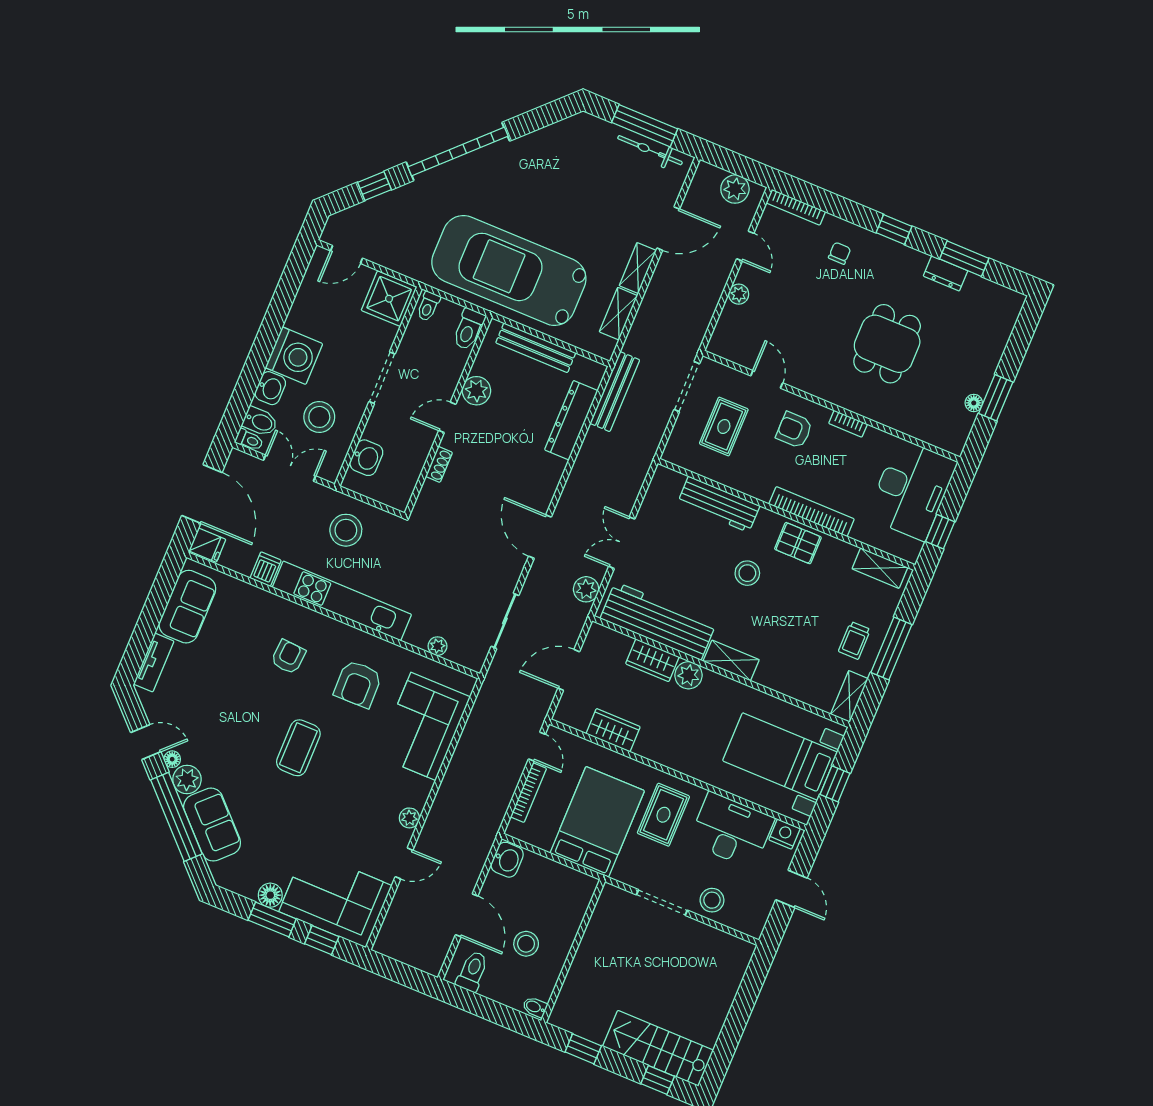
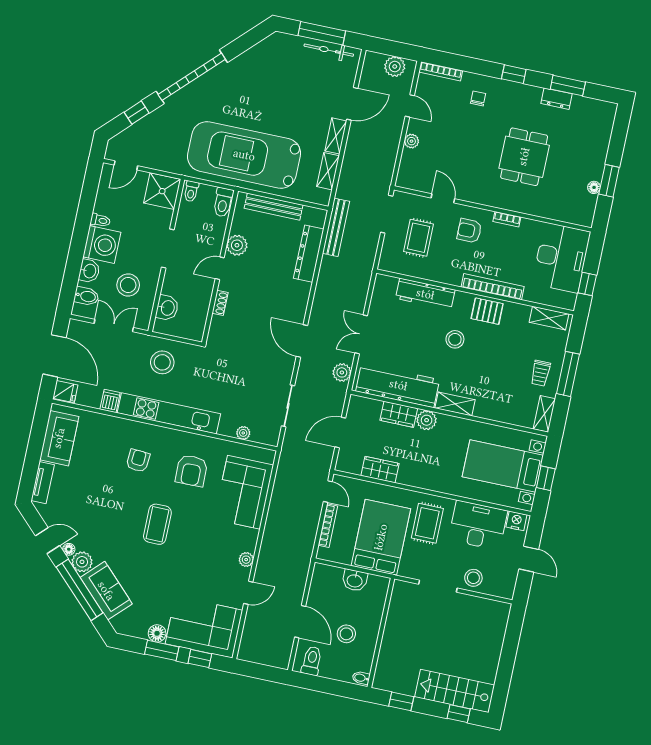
toilet: (249, 440) -> (100, 220), moved
washbasin: (507, 860) -> (355, 580), moved, turned 90

